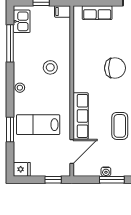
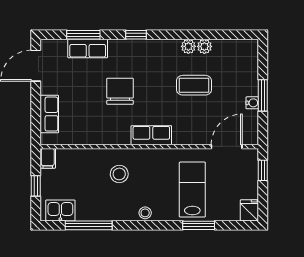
row of seats: (81, 116) -> (151, 135), moved, width x0.68
lab bench: (38, 125) -> (192, 190), turned 180
door: (72, 152) -> (227, 147), hinge flipped

